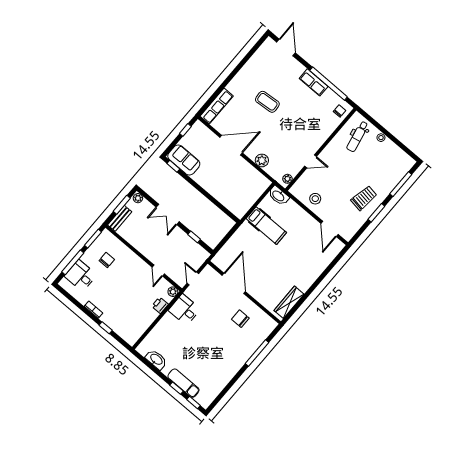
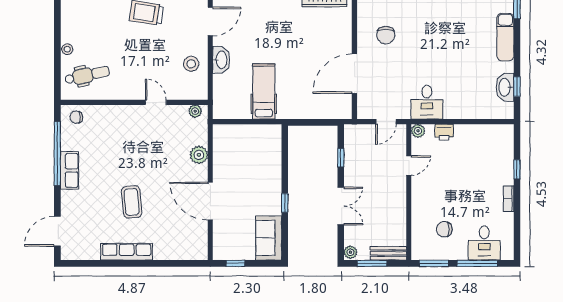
row of seats: (217, 106) -> (127, 252), moved
window: (173, 166) -> (285, 203), moved
washbasin: (279, 196) -> (221, 60), moved
window: (176, 388) -> (517, 87), moved

